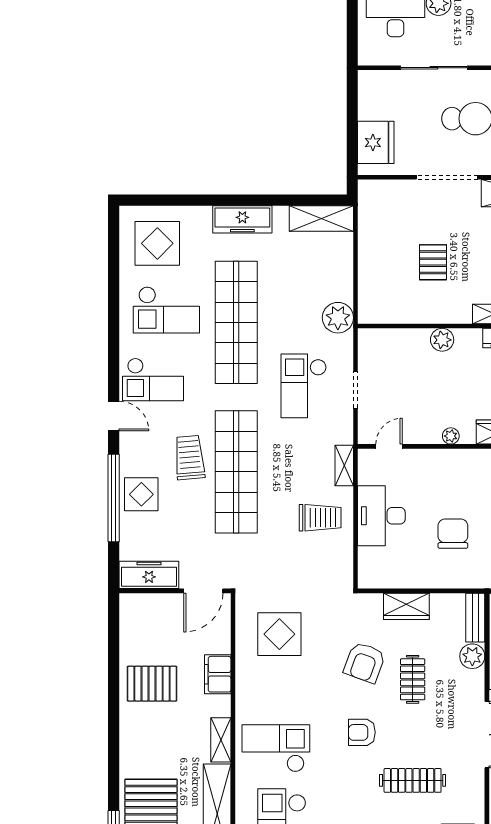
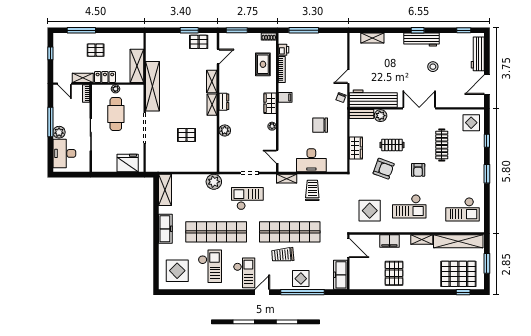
checkout: (304, 386) -> (247, 199), turned 180
checkout: (276, 748) -> (409, 206), moved, turned -90

